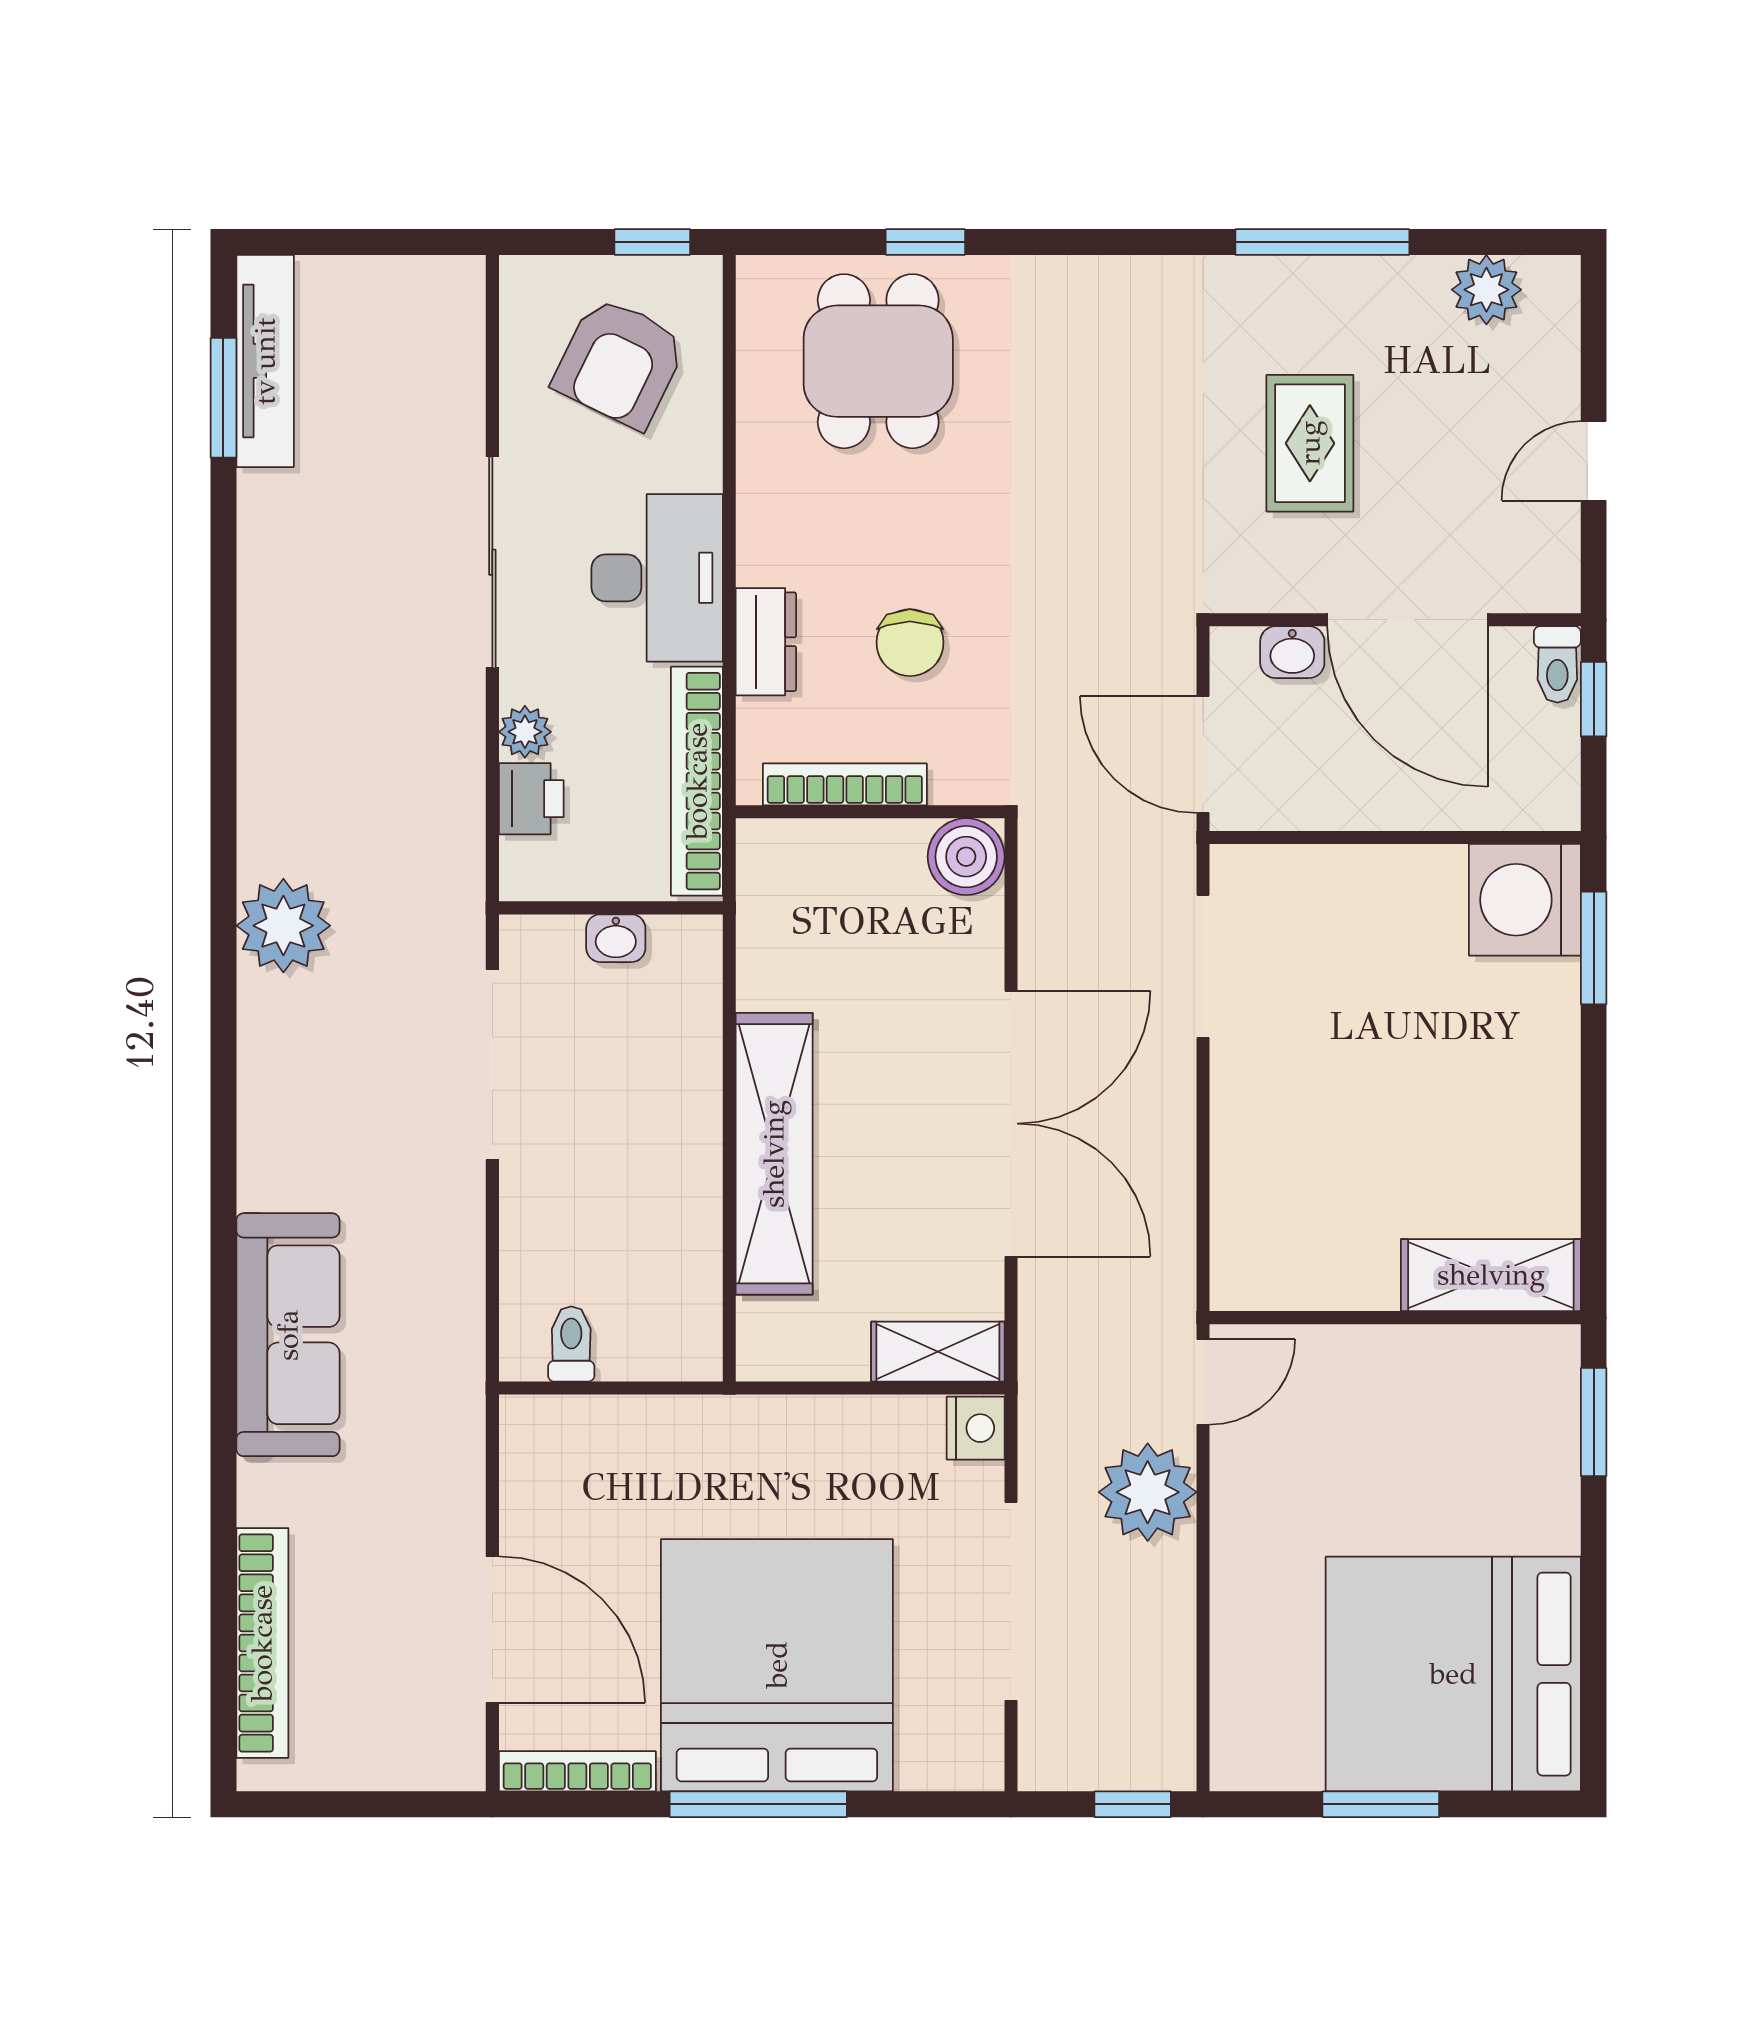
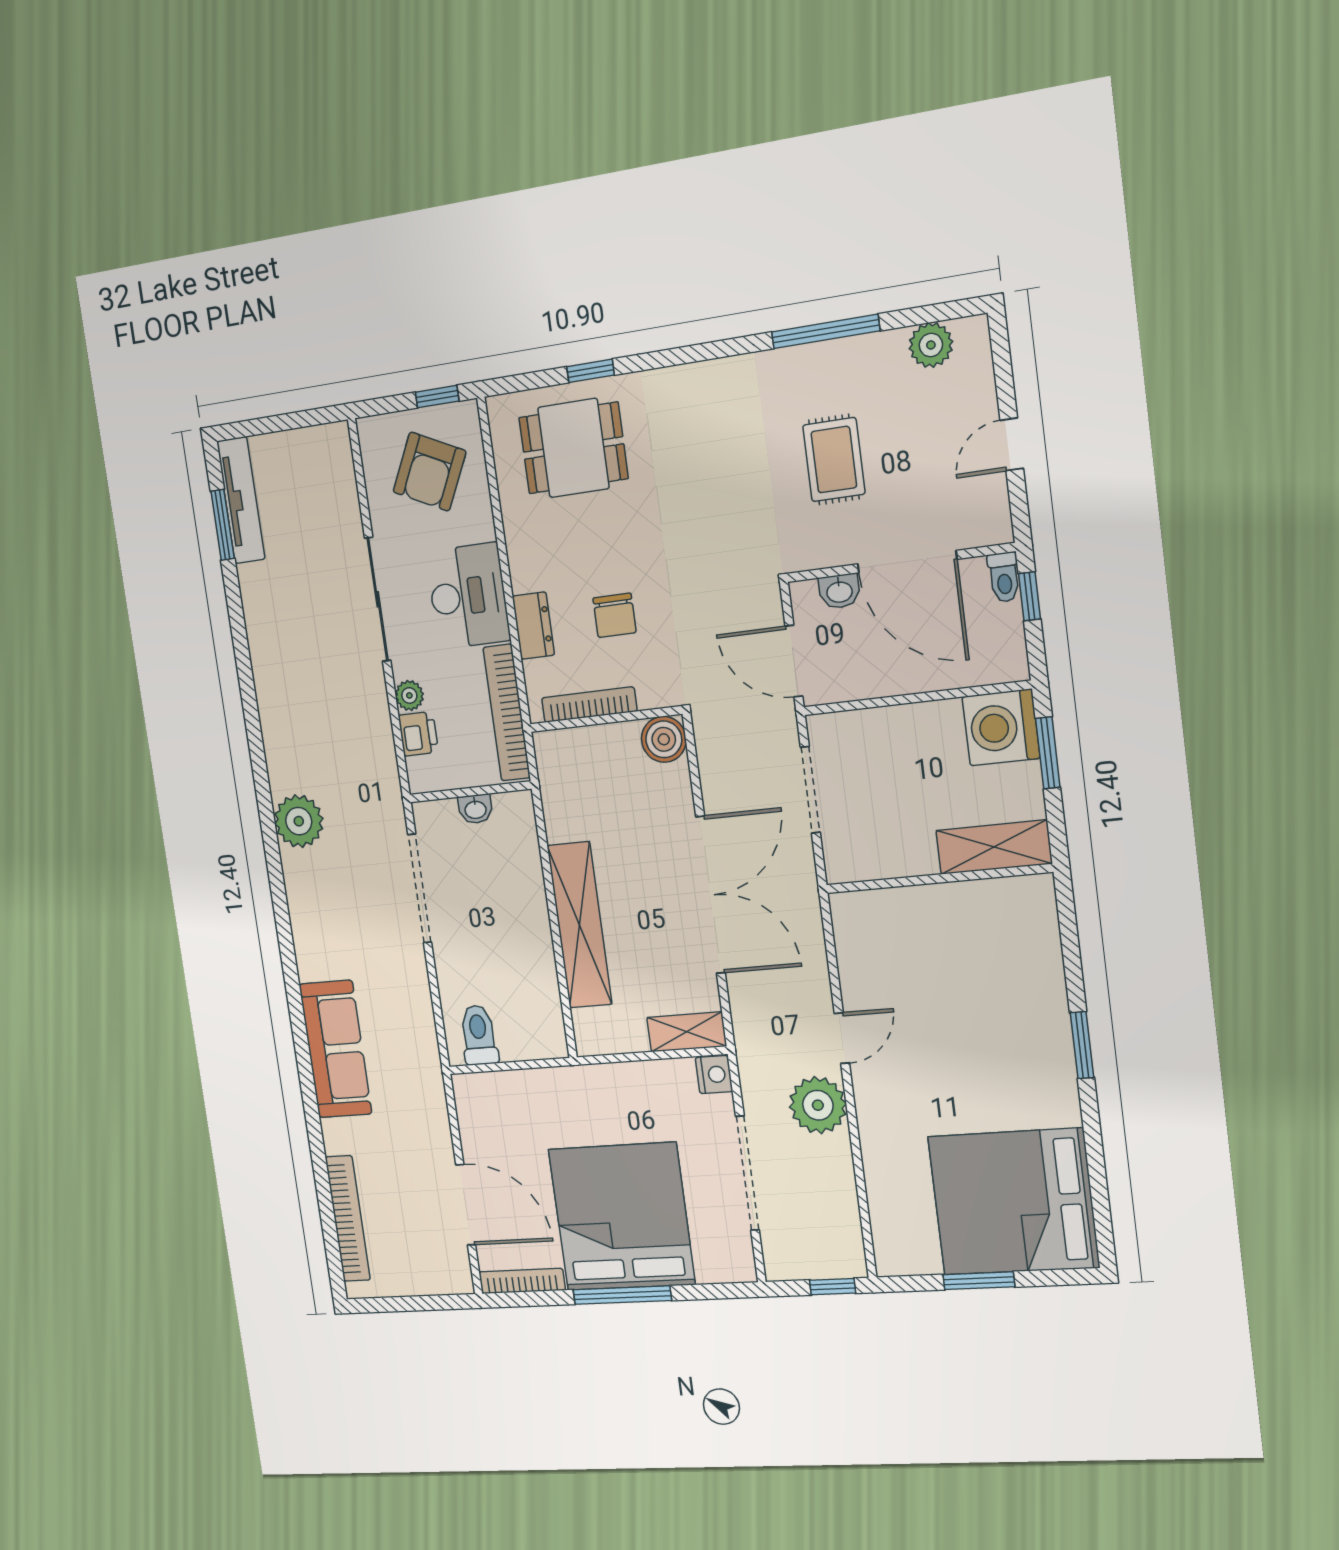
dining table: (878, 361) -> (573, 448), turned 90
shelving: (1491, 1275) -> (994, 847), moved
wall: (1395, 1318) -> (938, 879), moved
toilet: (571, 1344) -> (479, 1035), width x1.37, depth x1.39

